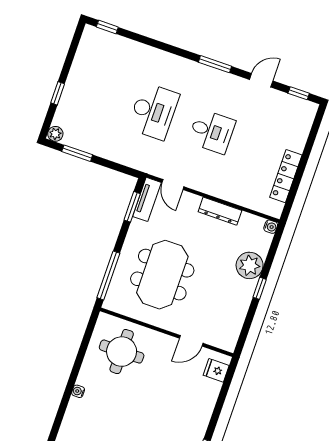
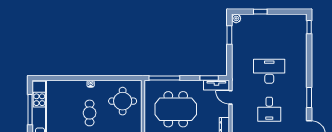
desk: (154, 111) -> (269, 71), turned 180
door: (173, 184) -> (230, 97), hinge flipped
cafe table: (122, 408) -> (90, 113), added

